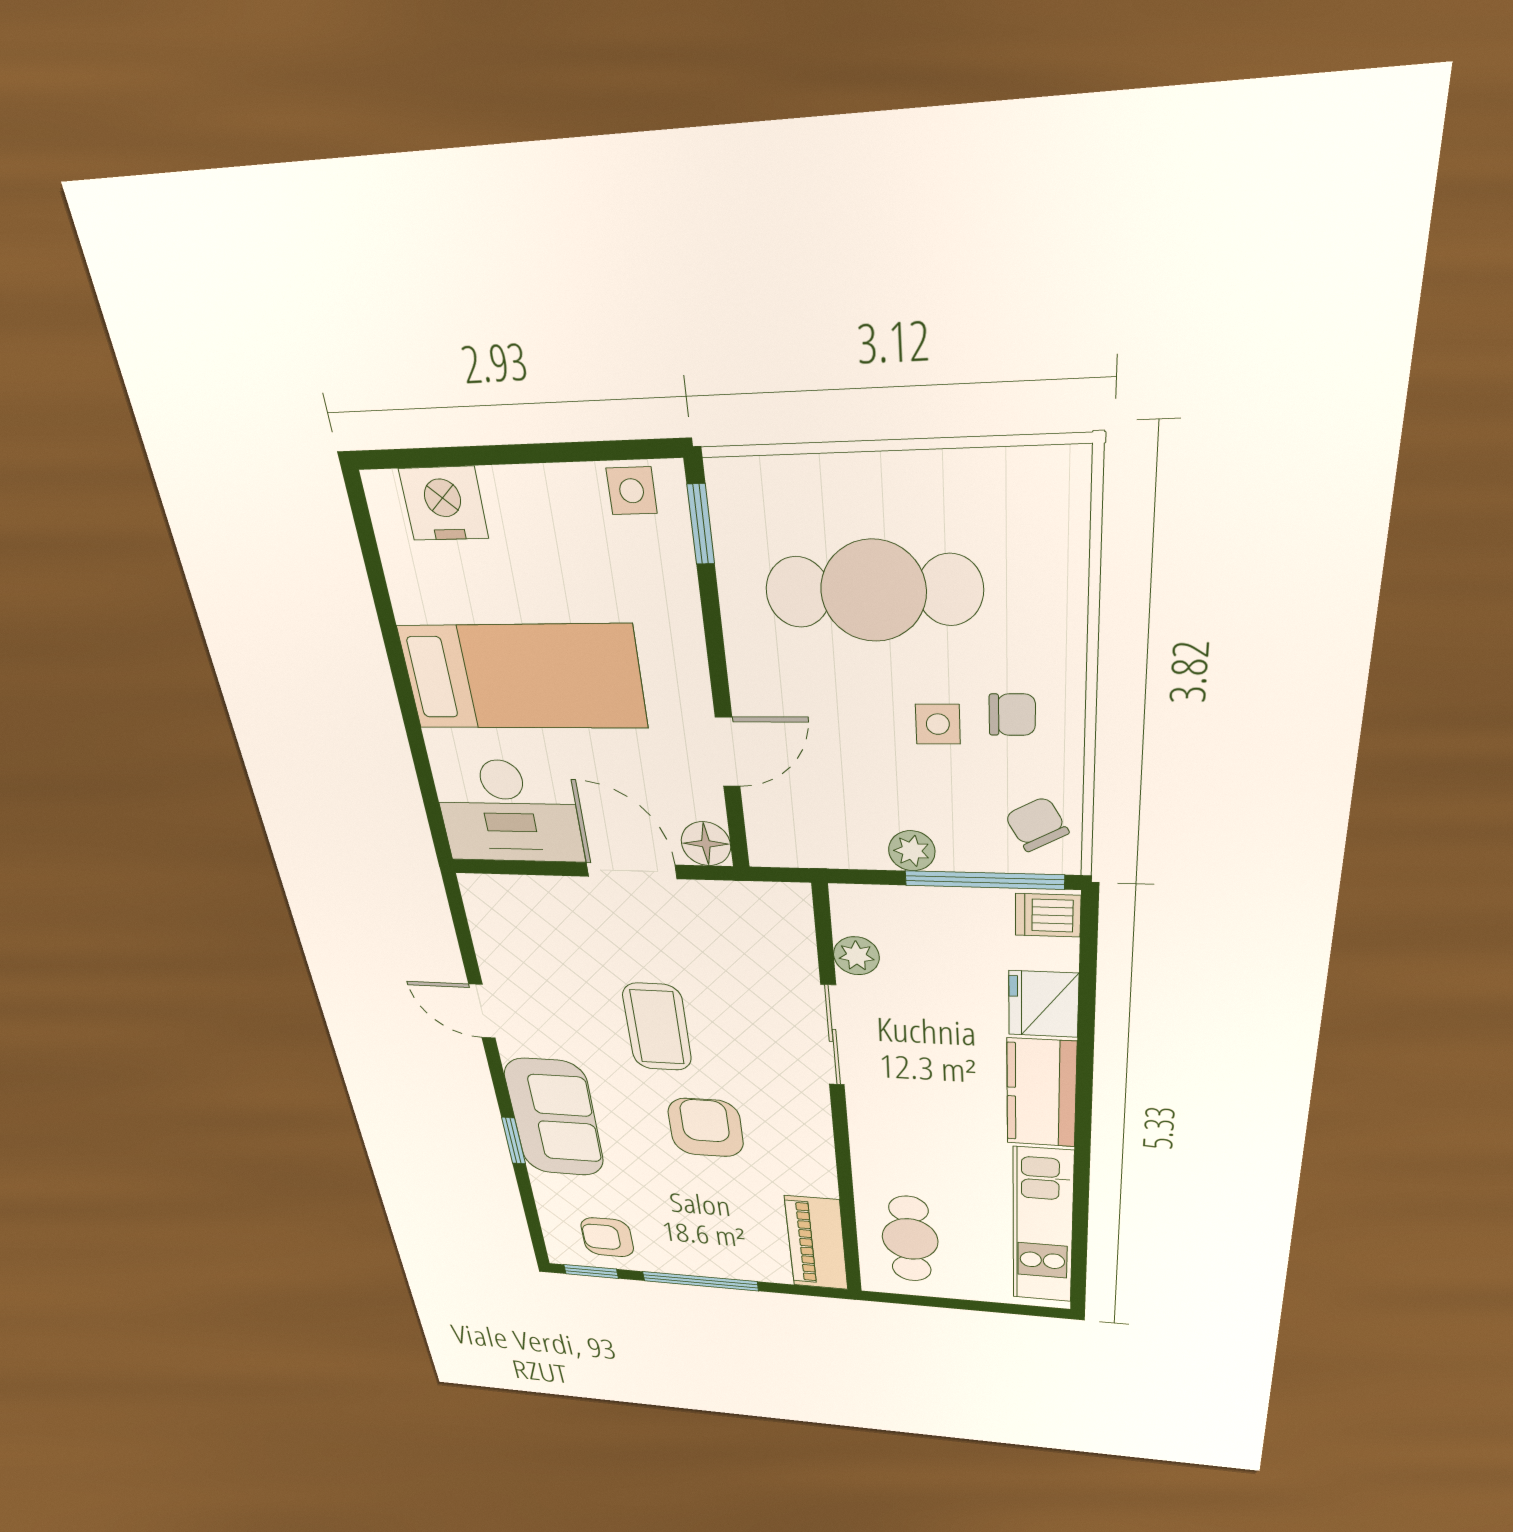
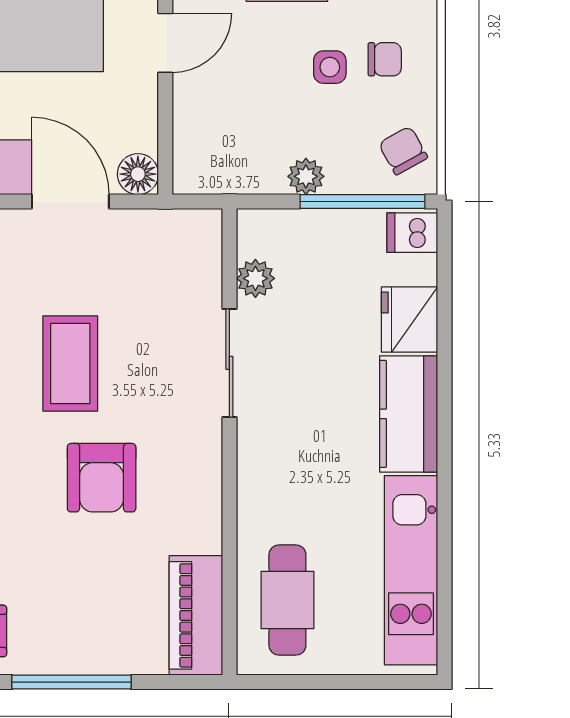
door: (728, 752) -> (165, 43), moved
armchair: (706, 1128) -> (102, 478), turned 180

